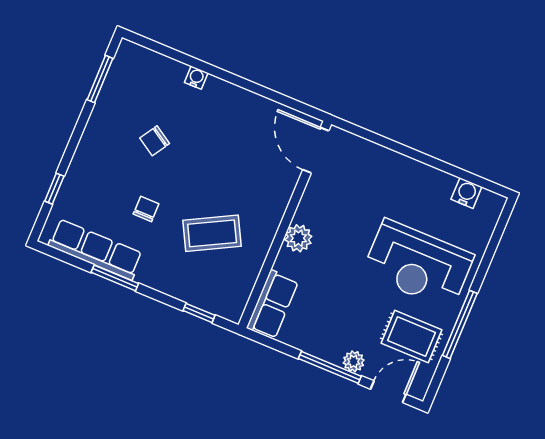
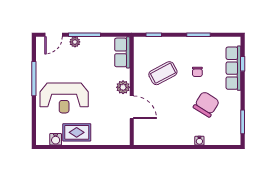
chair: (155, 141) -> (206, 104), width x1.87, depth x1.87
door: (316, 150) -> (132, 107), moved
row of seats: (95, 249) -> (233, 68), moved, turned 90
reception desk: (418, 264) -> (64, 98), turned 180
rug: (411, 336) -> (77, 132), moved

